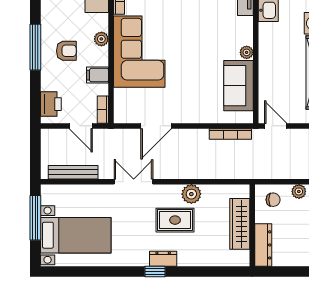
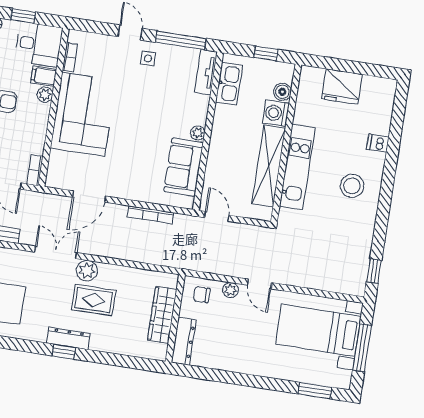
filing cabinet: (98, 75) -> (44, 76), moved
bookcase: (230, 134) -> (150, 215), moved
plant: (191, 194) -> (87, 271), moved
chair: (273, 200) -> (202, 295), turned 180
dresser: (163, 259) -> (68, 338), width x1.44

